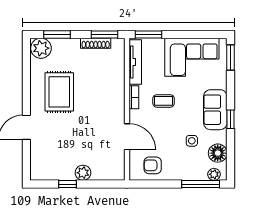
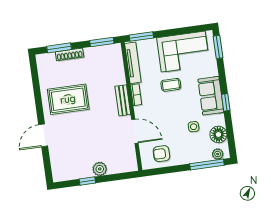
shoe rack: (96, 43) -> (70, 54), moved
plant: (41, 48) -> (46, 62), removed
rug: (59, 92) -> (68, 99), turned 90
bench: (119, 101) -> (123, 100), added
coffee table: (164, 101) -> (171, 85), moved

